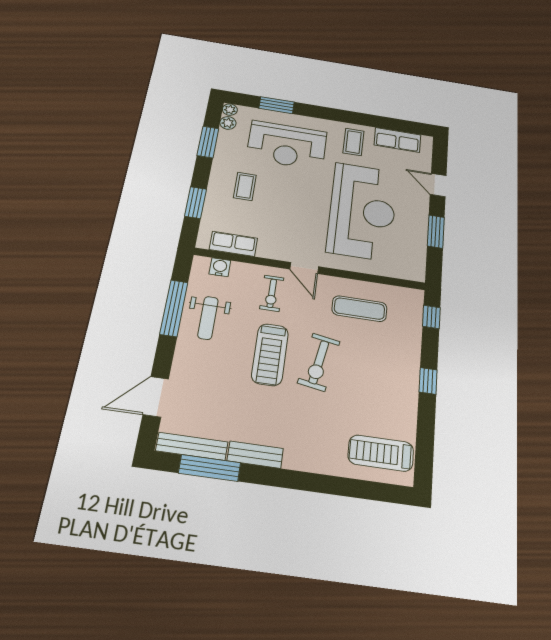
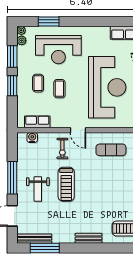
coffee table: (353, 142) -> (59, 89), moved
window: (196, 203) -> (12, 86), moved
window: (174, 308) -> (12, 178), moved
weight bench: (208, 318) -> (38, 189), moved
exercise bike: (319, 362) -> (92, 184), removed
bench: (255, 455) -> (89, 238), moved

